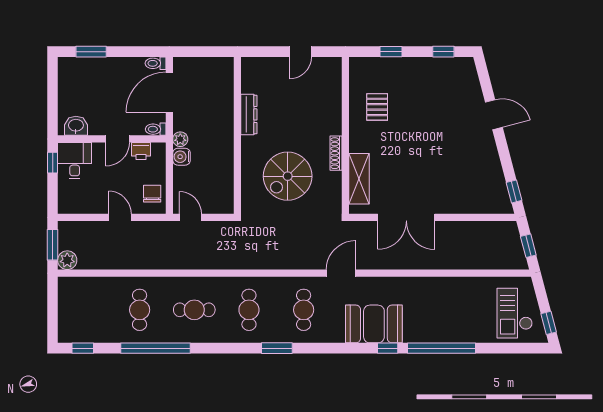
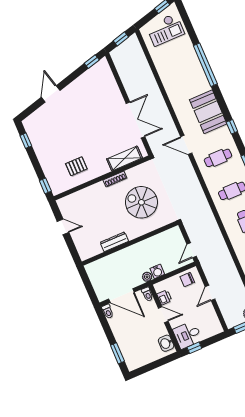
window: (391, 52) -> (45, 186), moved
spiral stairs: (288, 176) -> (141, 202), turned 180
window: (388, 348) -> (232, 127), moved

